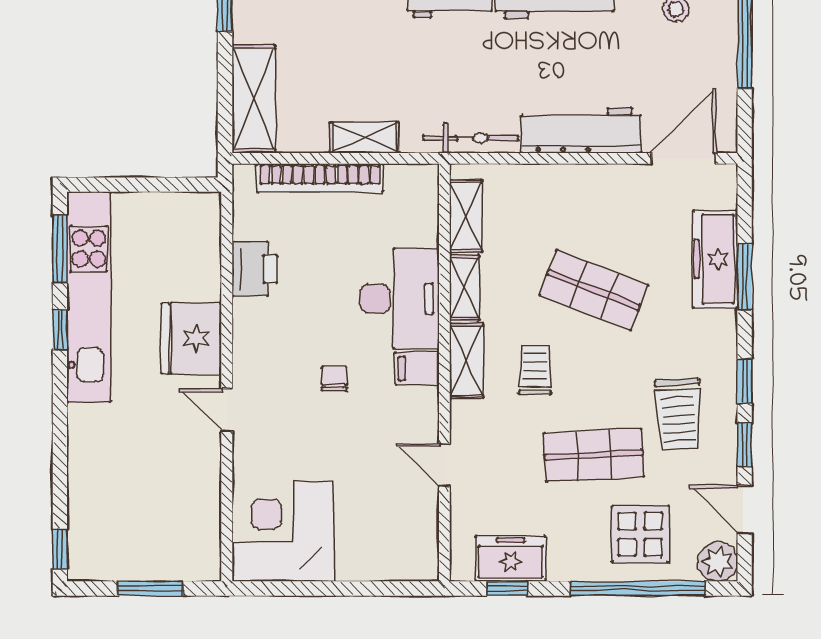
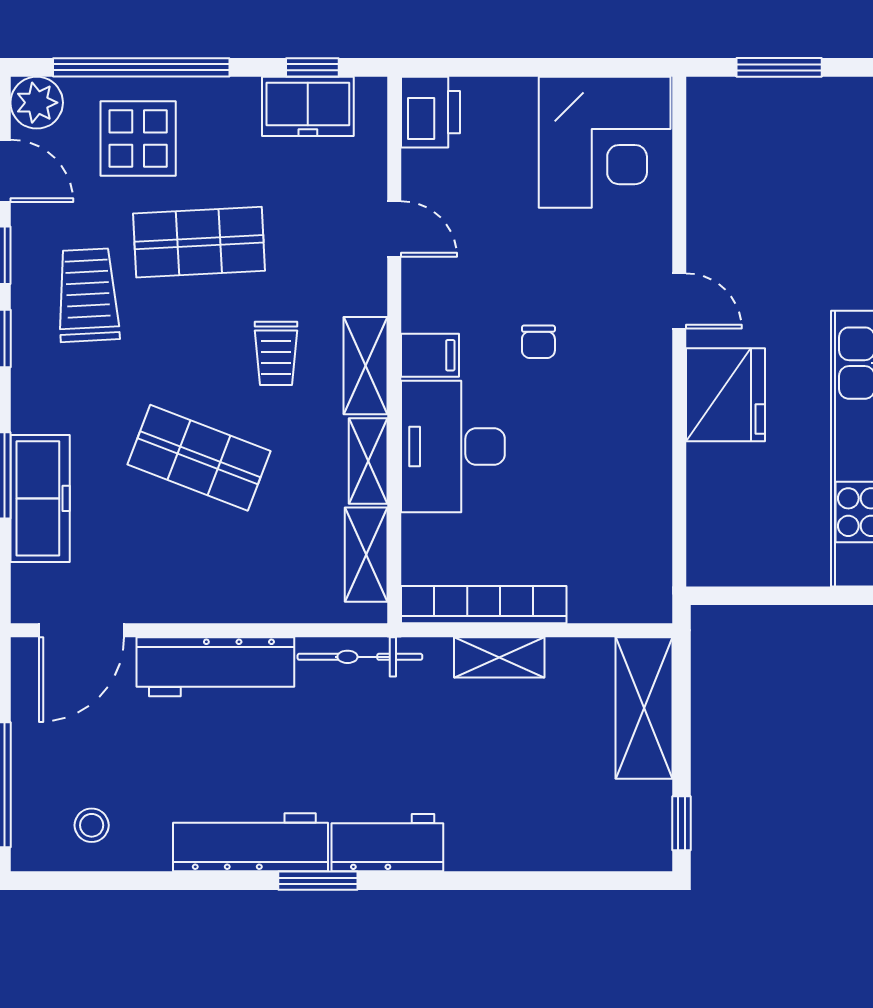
bookcase: (320, 178) -> (484, 605), moved
printer: (254, 269) -> (431, 112), moved, turned 180

